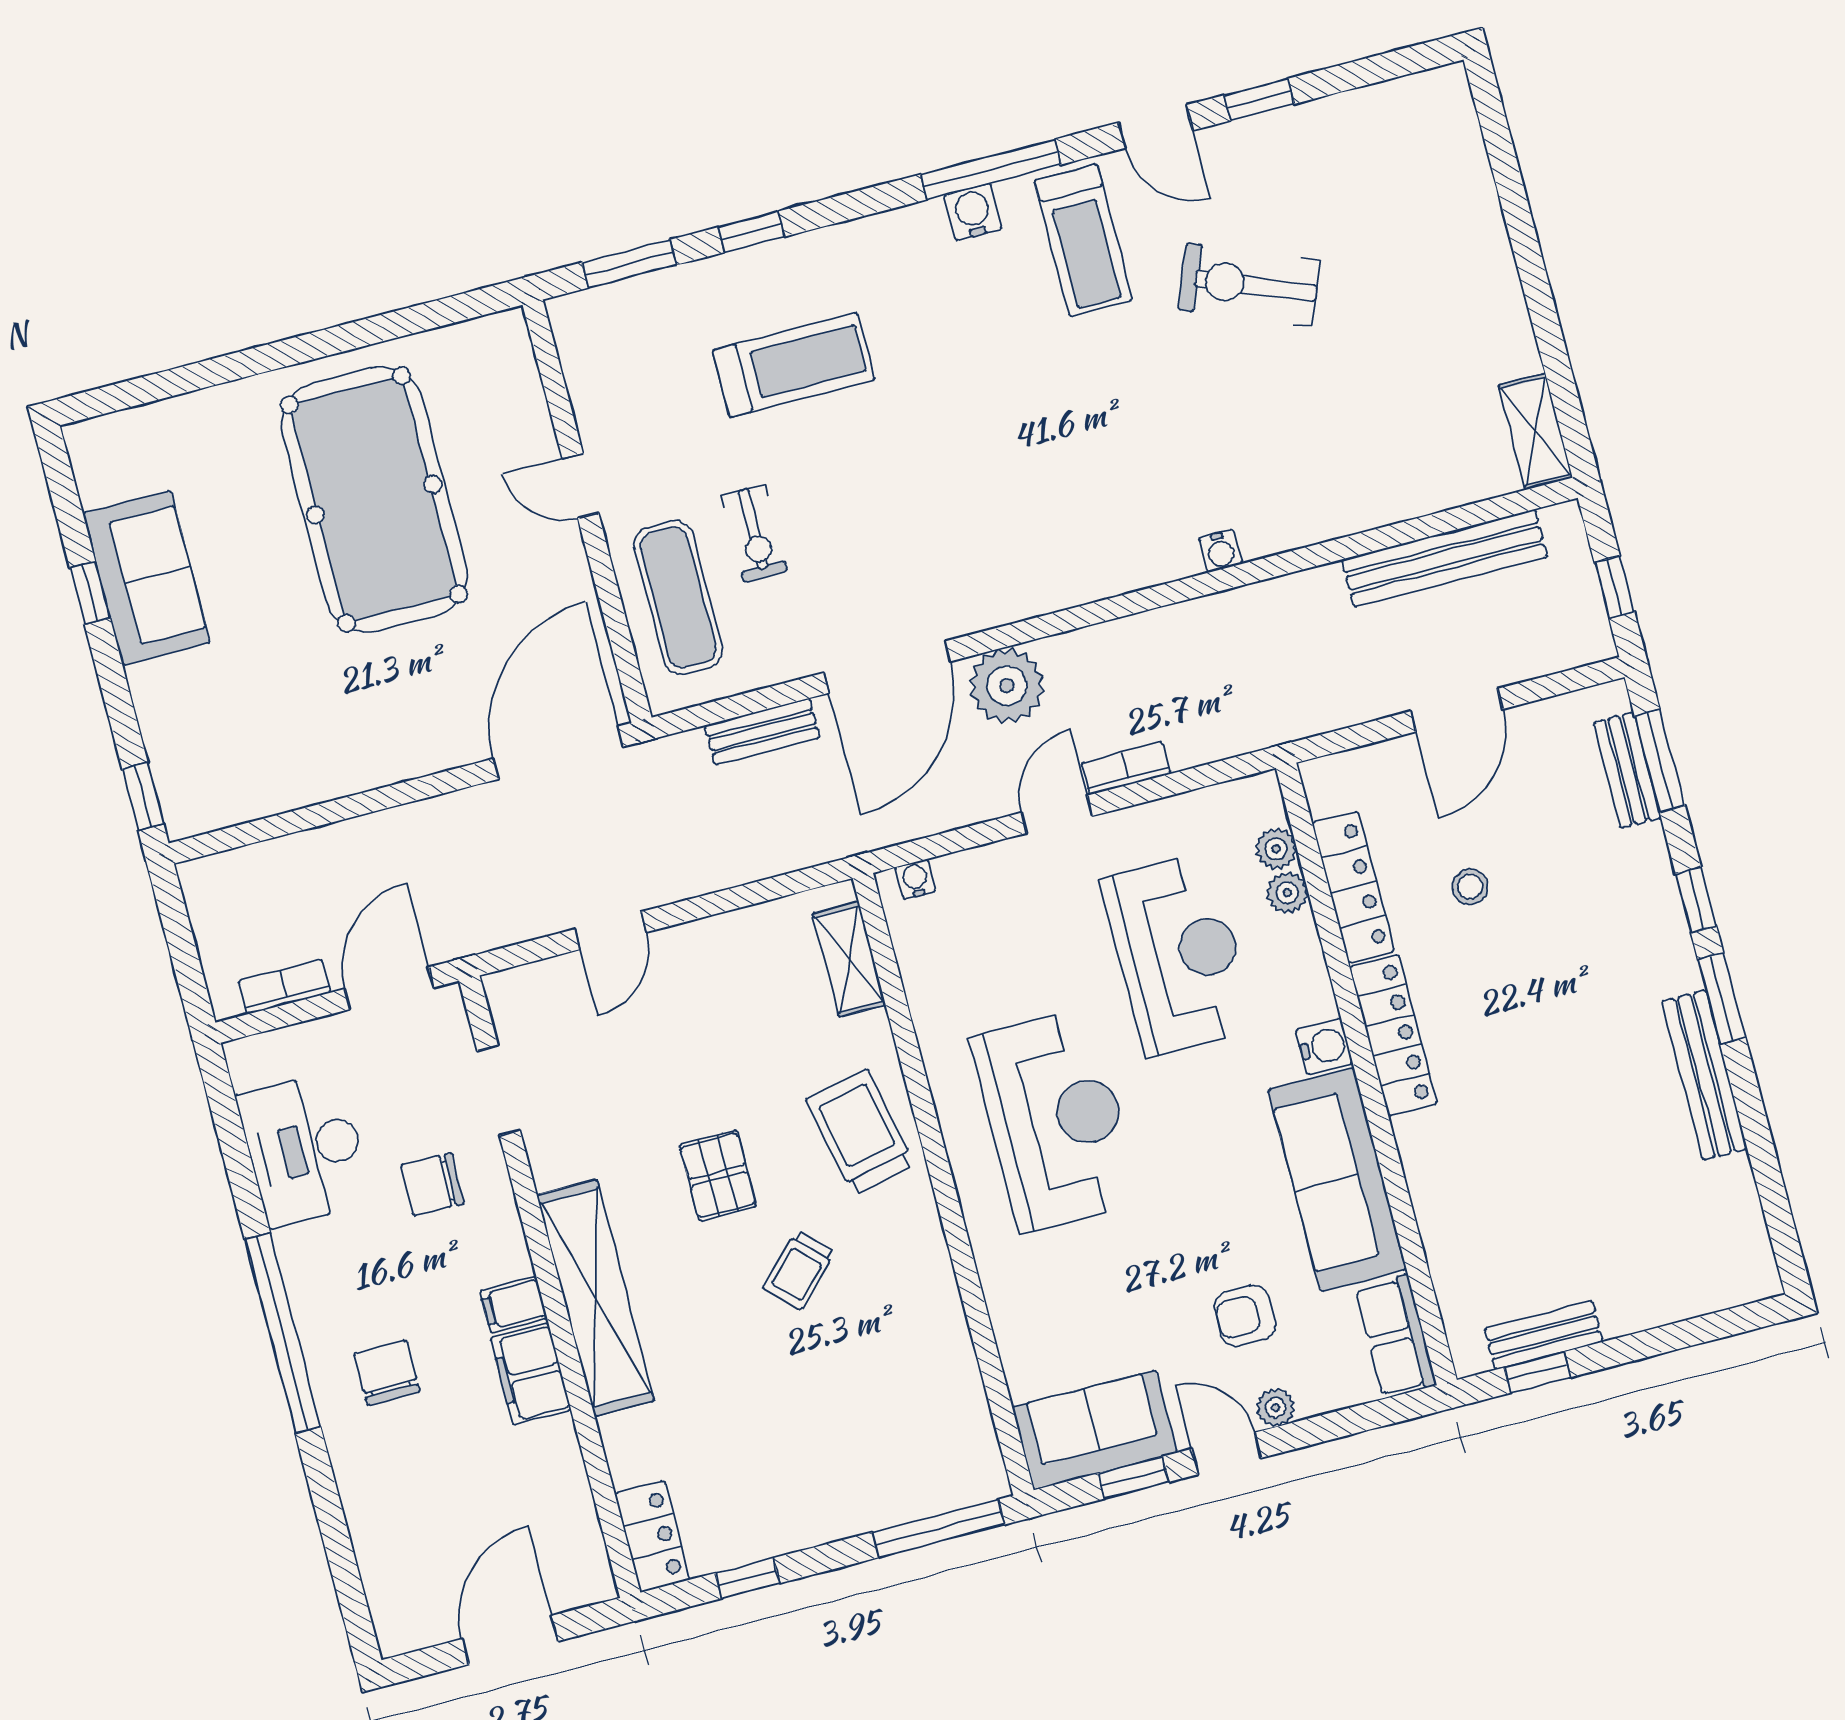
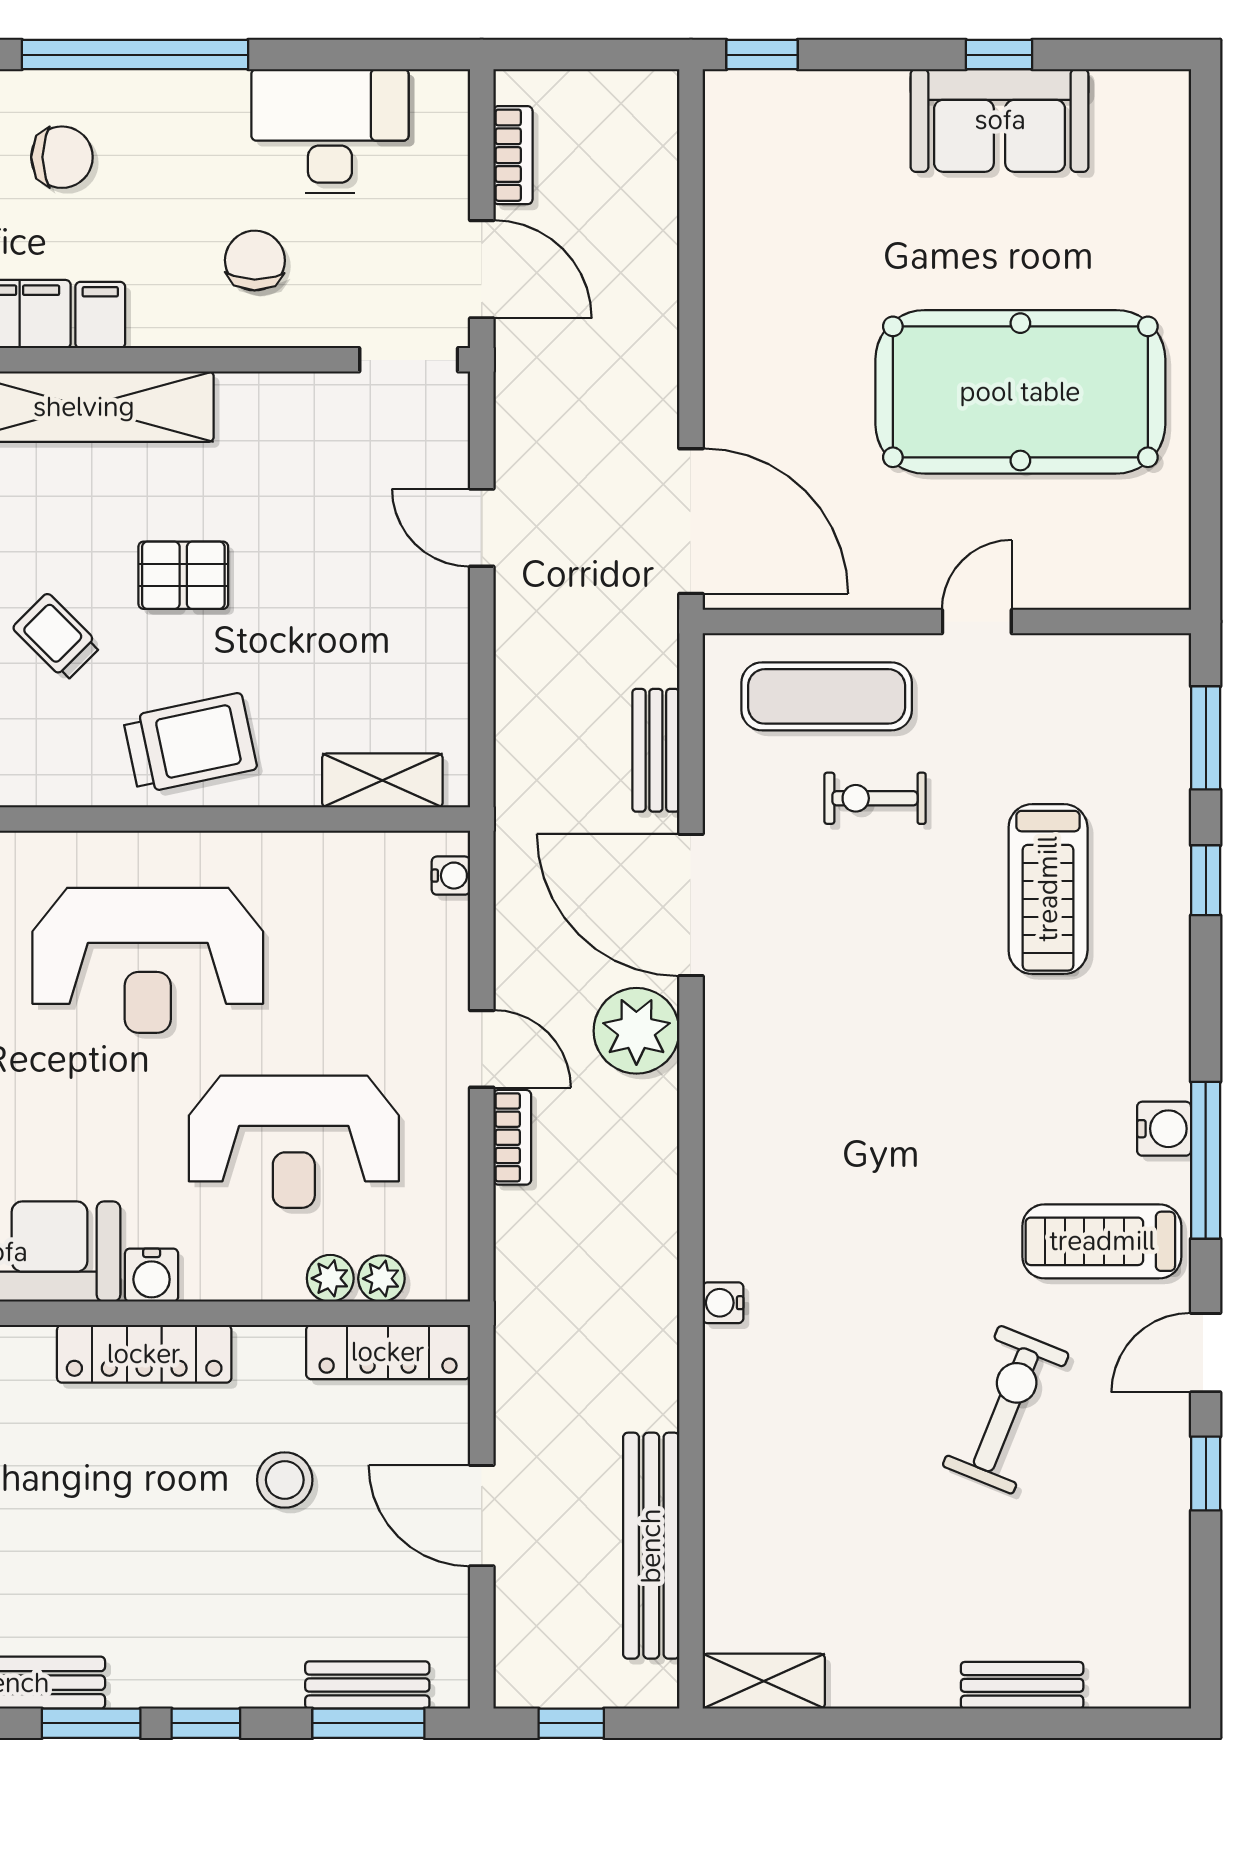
bench: (1481, 209) -> (1022, 1685), added
locker: (1353, 887) -> (388, 1352), moved
stool: (1470, 887) -> (285, 1480), width x1.37, depth x1.37
doorway: (499, 1091) -> (409, 360), moved

